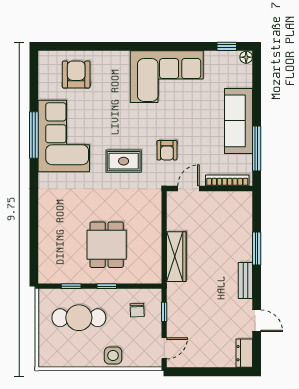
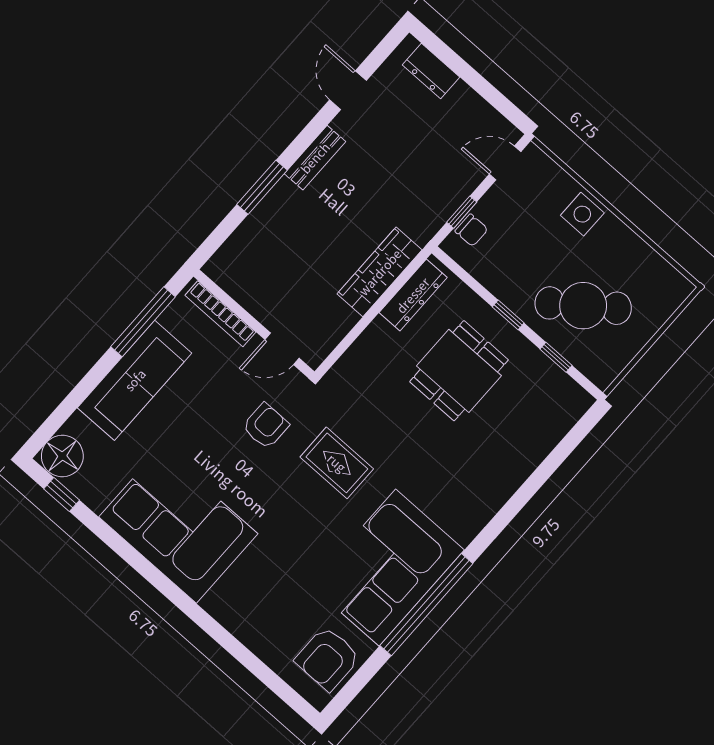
floor lamp: (246, 57) -> (62, 456), width x1.89, depth x1.89
armchair: (76, 75) -> (328, 659), moved
window: (34, 135) -> (426, 605), width x1.46
dresser: (154, 259) -> (413, 295), added
chair: (137, 310) -> (471, 230), moved, turned 92
cafe table: (79, 318) -> (583, 306), turned -37
dresser: (244, 353) -> (431, 71), moved, turned 90

